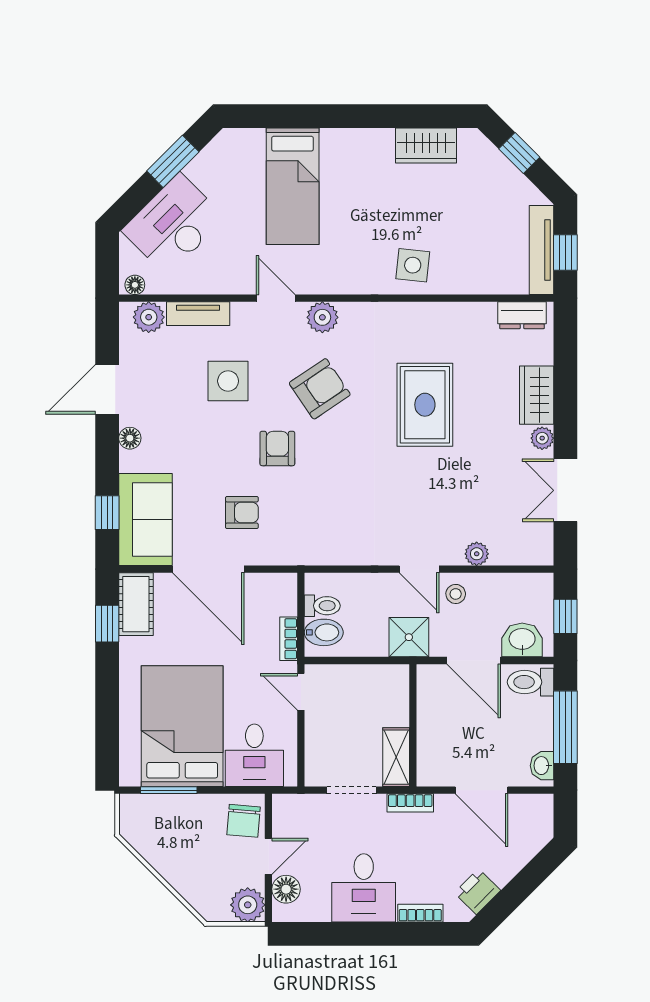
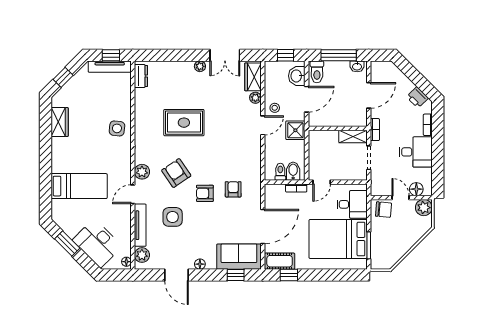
tv unit: (198, 314) -> (140, 225), width x1.41
wardrobe: (537, 395) -> (253, 77), moved, turned 90
armchair: (242, 513) -> (233, 189), moved

